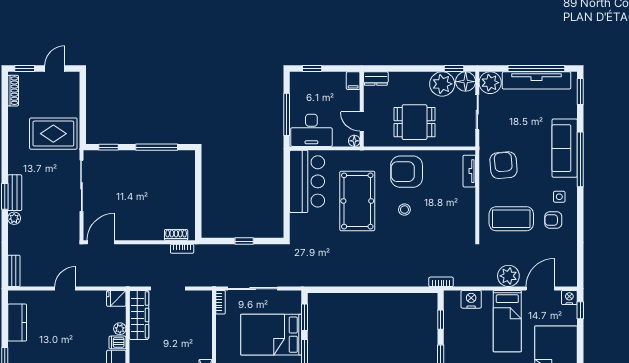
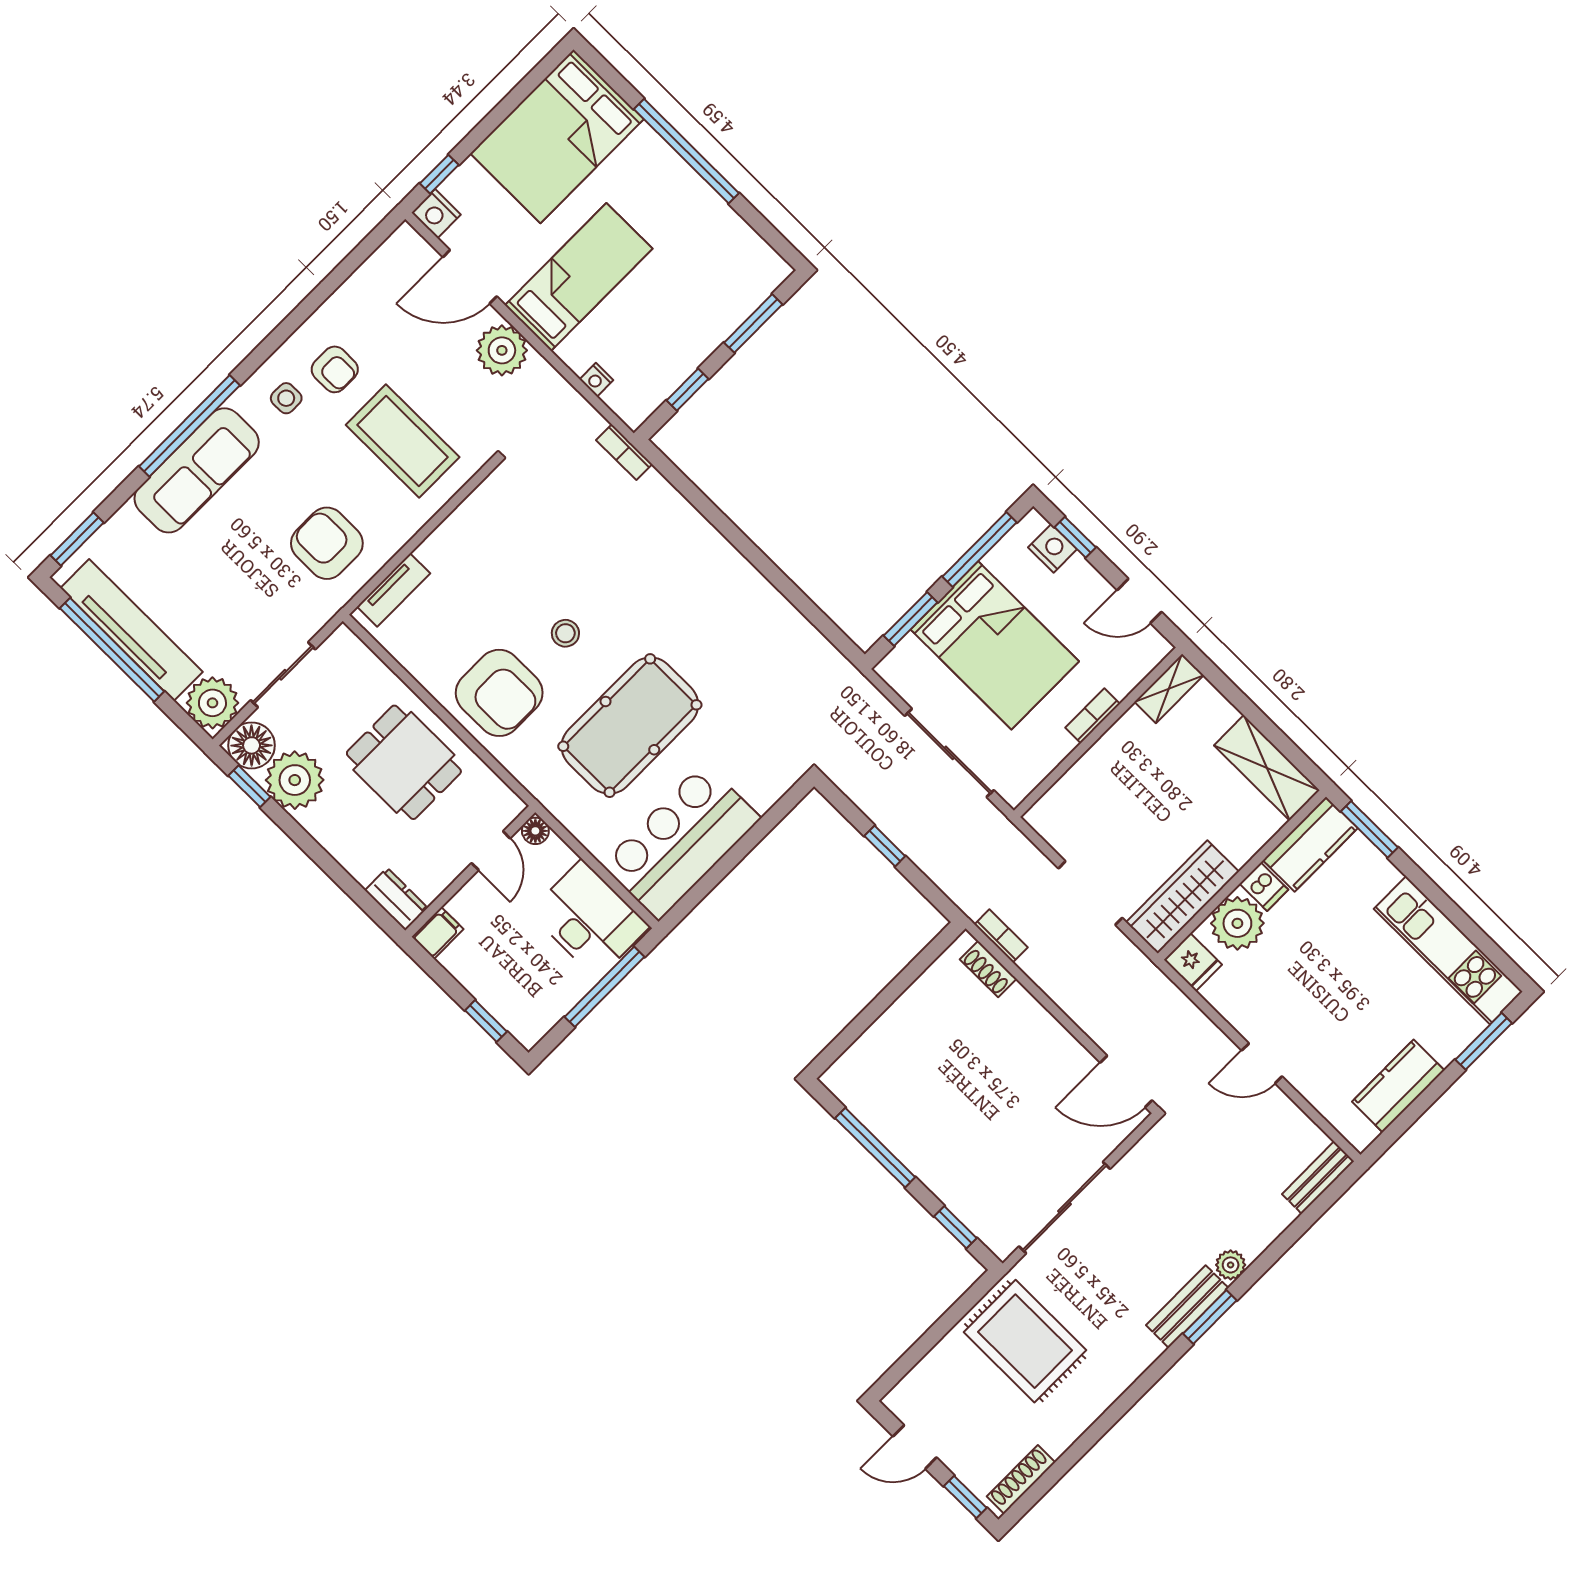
armchair: (503, 165) -> (327, 543), turned 95
nightstand: (471, 299) -> (596, 380), width x0.53, depth x0.56
bookcase: (220, 302) -> (1093, 716), moved
plant: (120, 329) -> (1237, 923), width x1.88, depth x1.88

